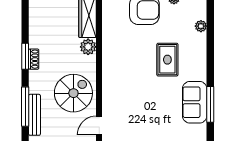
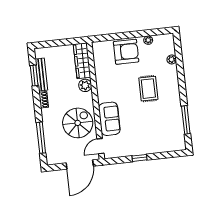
window: (25, 56) -> (34, 76), moved
sofa: (195, 102) -> (109, 119), moved, turned 180
bench: (34, 115) -> (41, 75), moved

